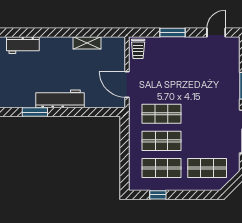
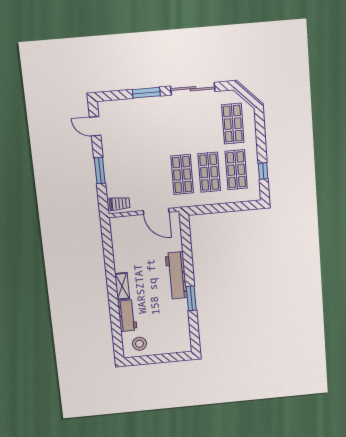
shelving: (87, 43) -> (122, 286), moved
door: (127, 84) -> (156, 211), hinge flipped

